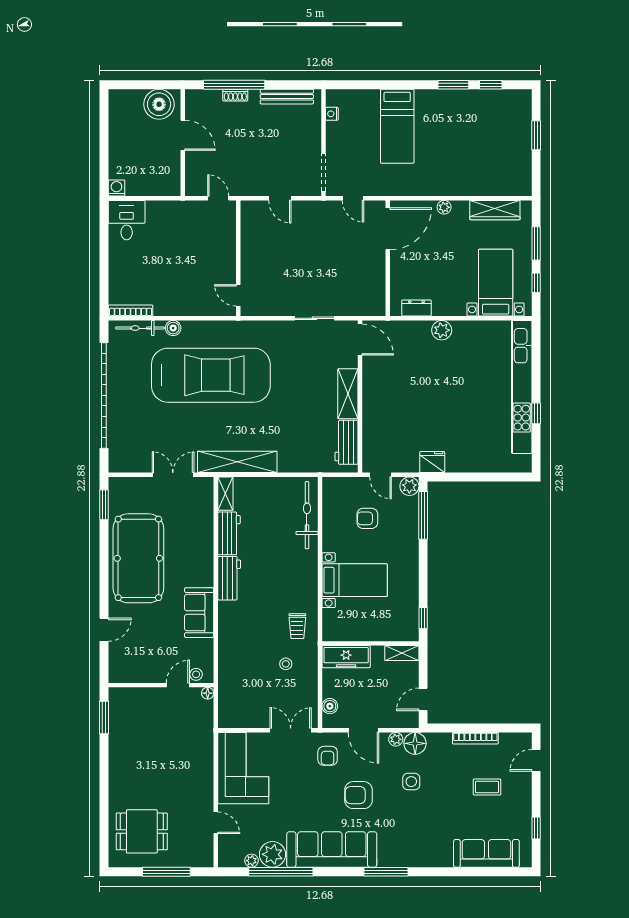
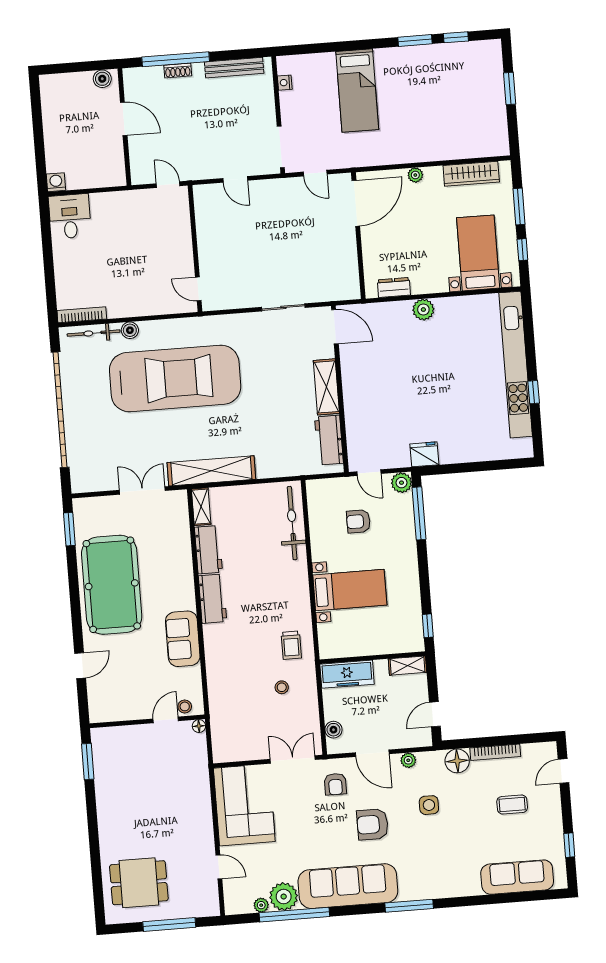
boiler: (159, 104) -> (102, 79), width x0.54, depth x0.54
floor lamp: (415, 743) -> (457, 761), moved

